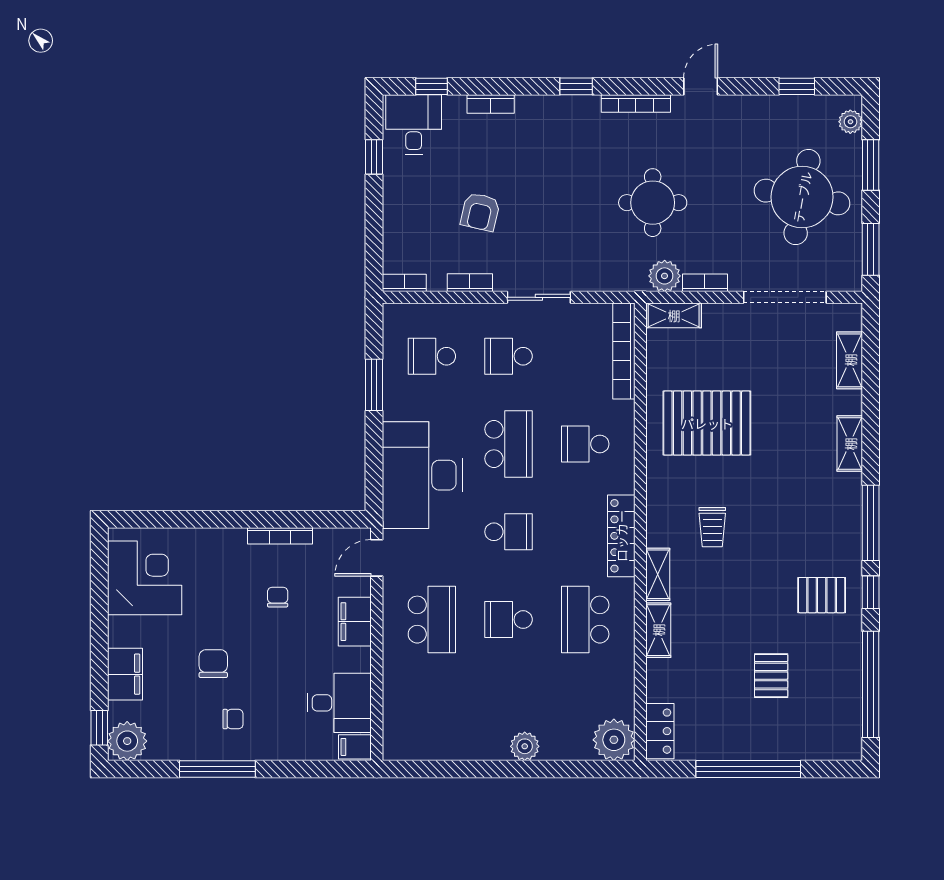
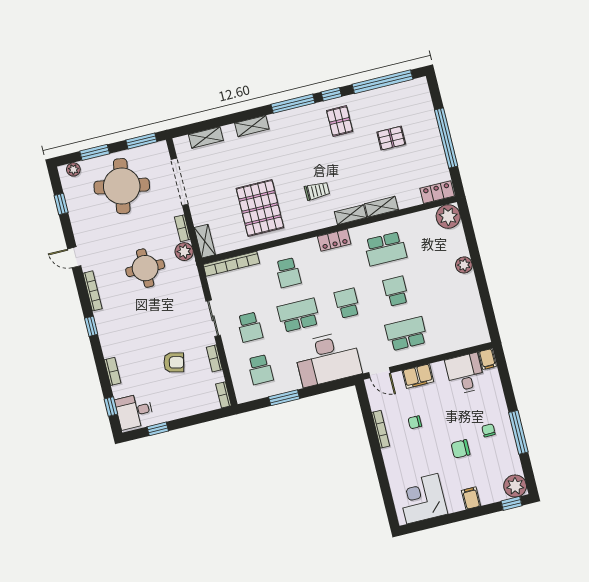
locker: (621, 536) -> (334, 240), width x0.66
school desk: (509, 620) -> (396, 291), turned 180
filing cabinet: (125, 674) -> (471, 498), width x0.50

